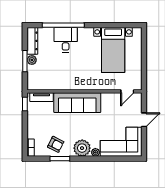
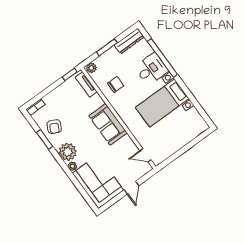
bed with nightstands: (113, 50) -> (162, 103), moved
plant: (32, 60) -> (91, 68), moved
chair: (58, 75) -> (116, 85), added
sofa: (77, 103) -> (108, 124), width x0.73
door: (144, 120) -> (131, 188), hinge flipped

